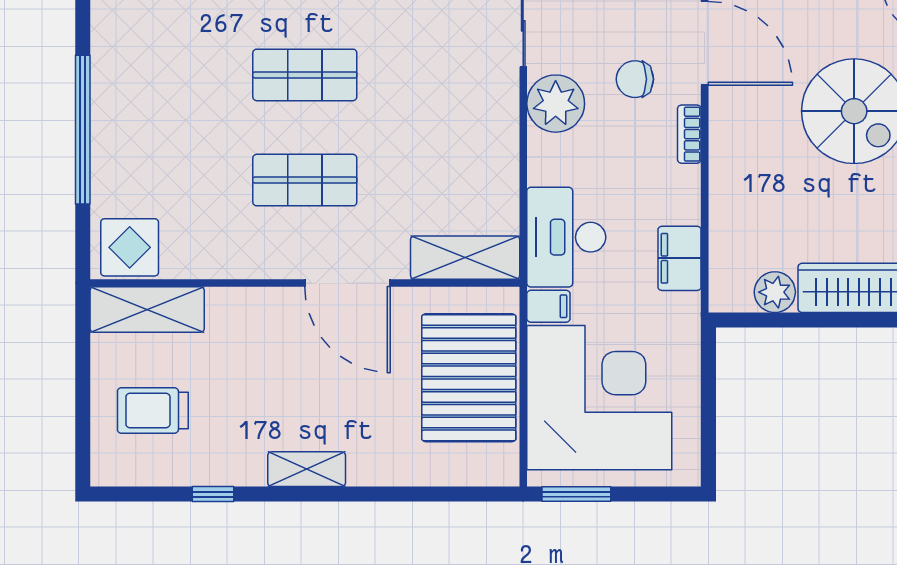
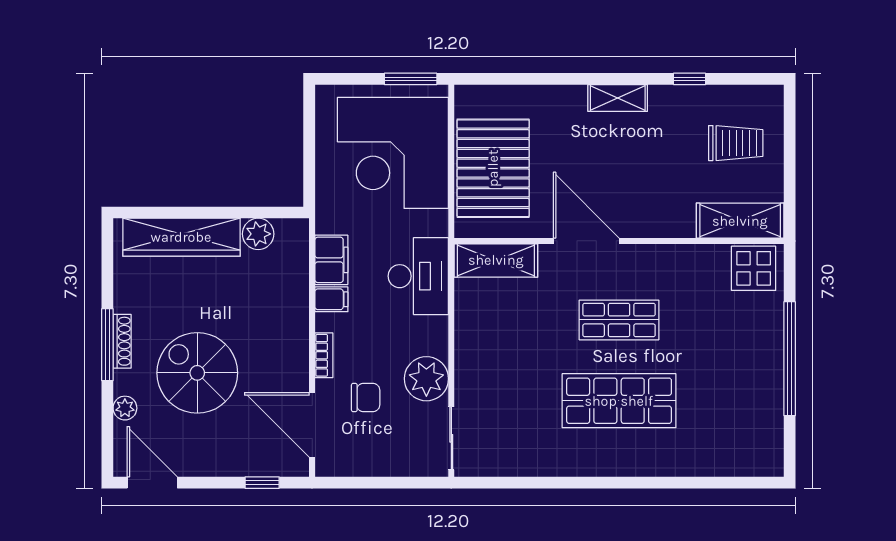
shop shelf: (305, 75) -> (619, 401), width x1.43, depth x1.36
filing cabinet: (548, 306) -> (331, 299), moved, turned 180

